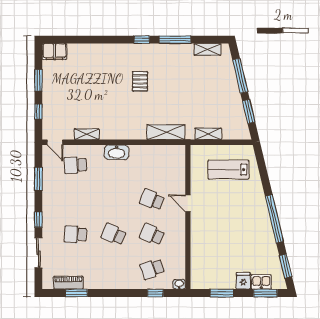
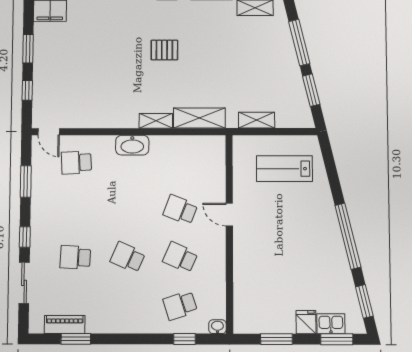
pallet: (140, 81) -> (164, 50), turned 90
shelving: (87, 134) -> (156, 121), moved

